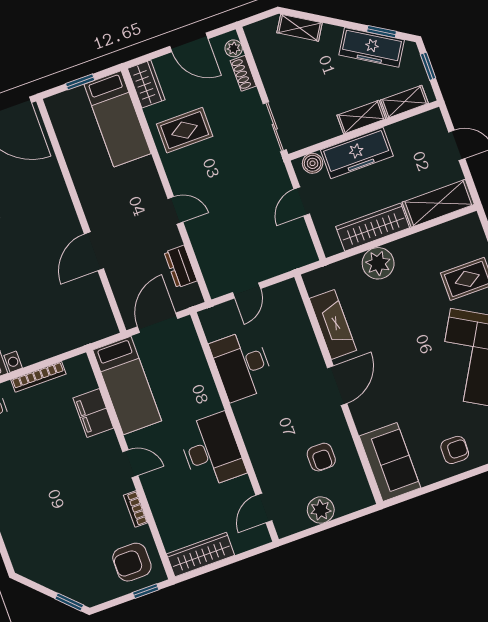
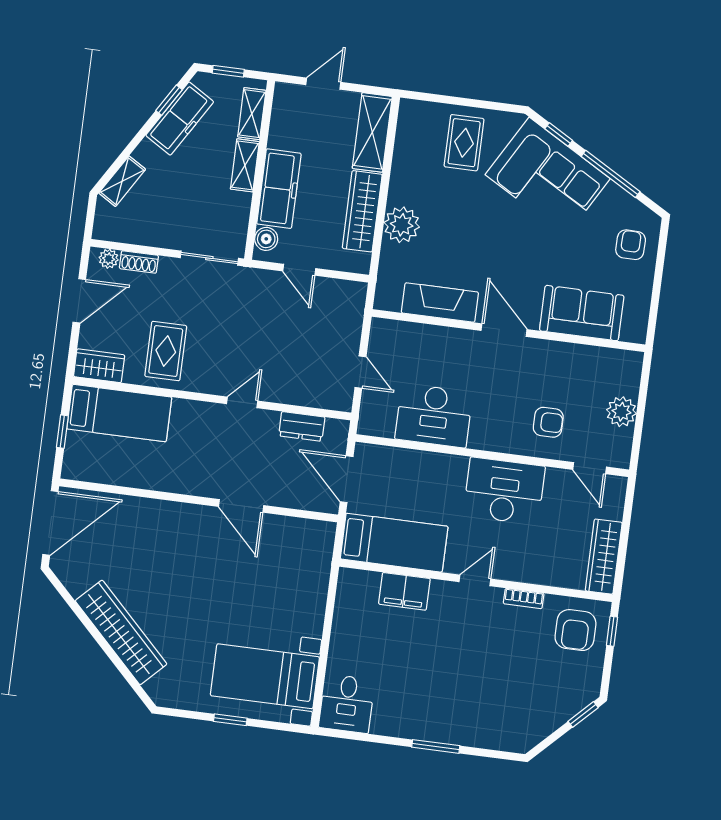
bookcase: (38, 377) -> (339, 628), removed
armchair: (321, 457) -> (548, 422), moved
sofa: (390, 462) -> (582, 313), moved

